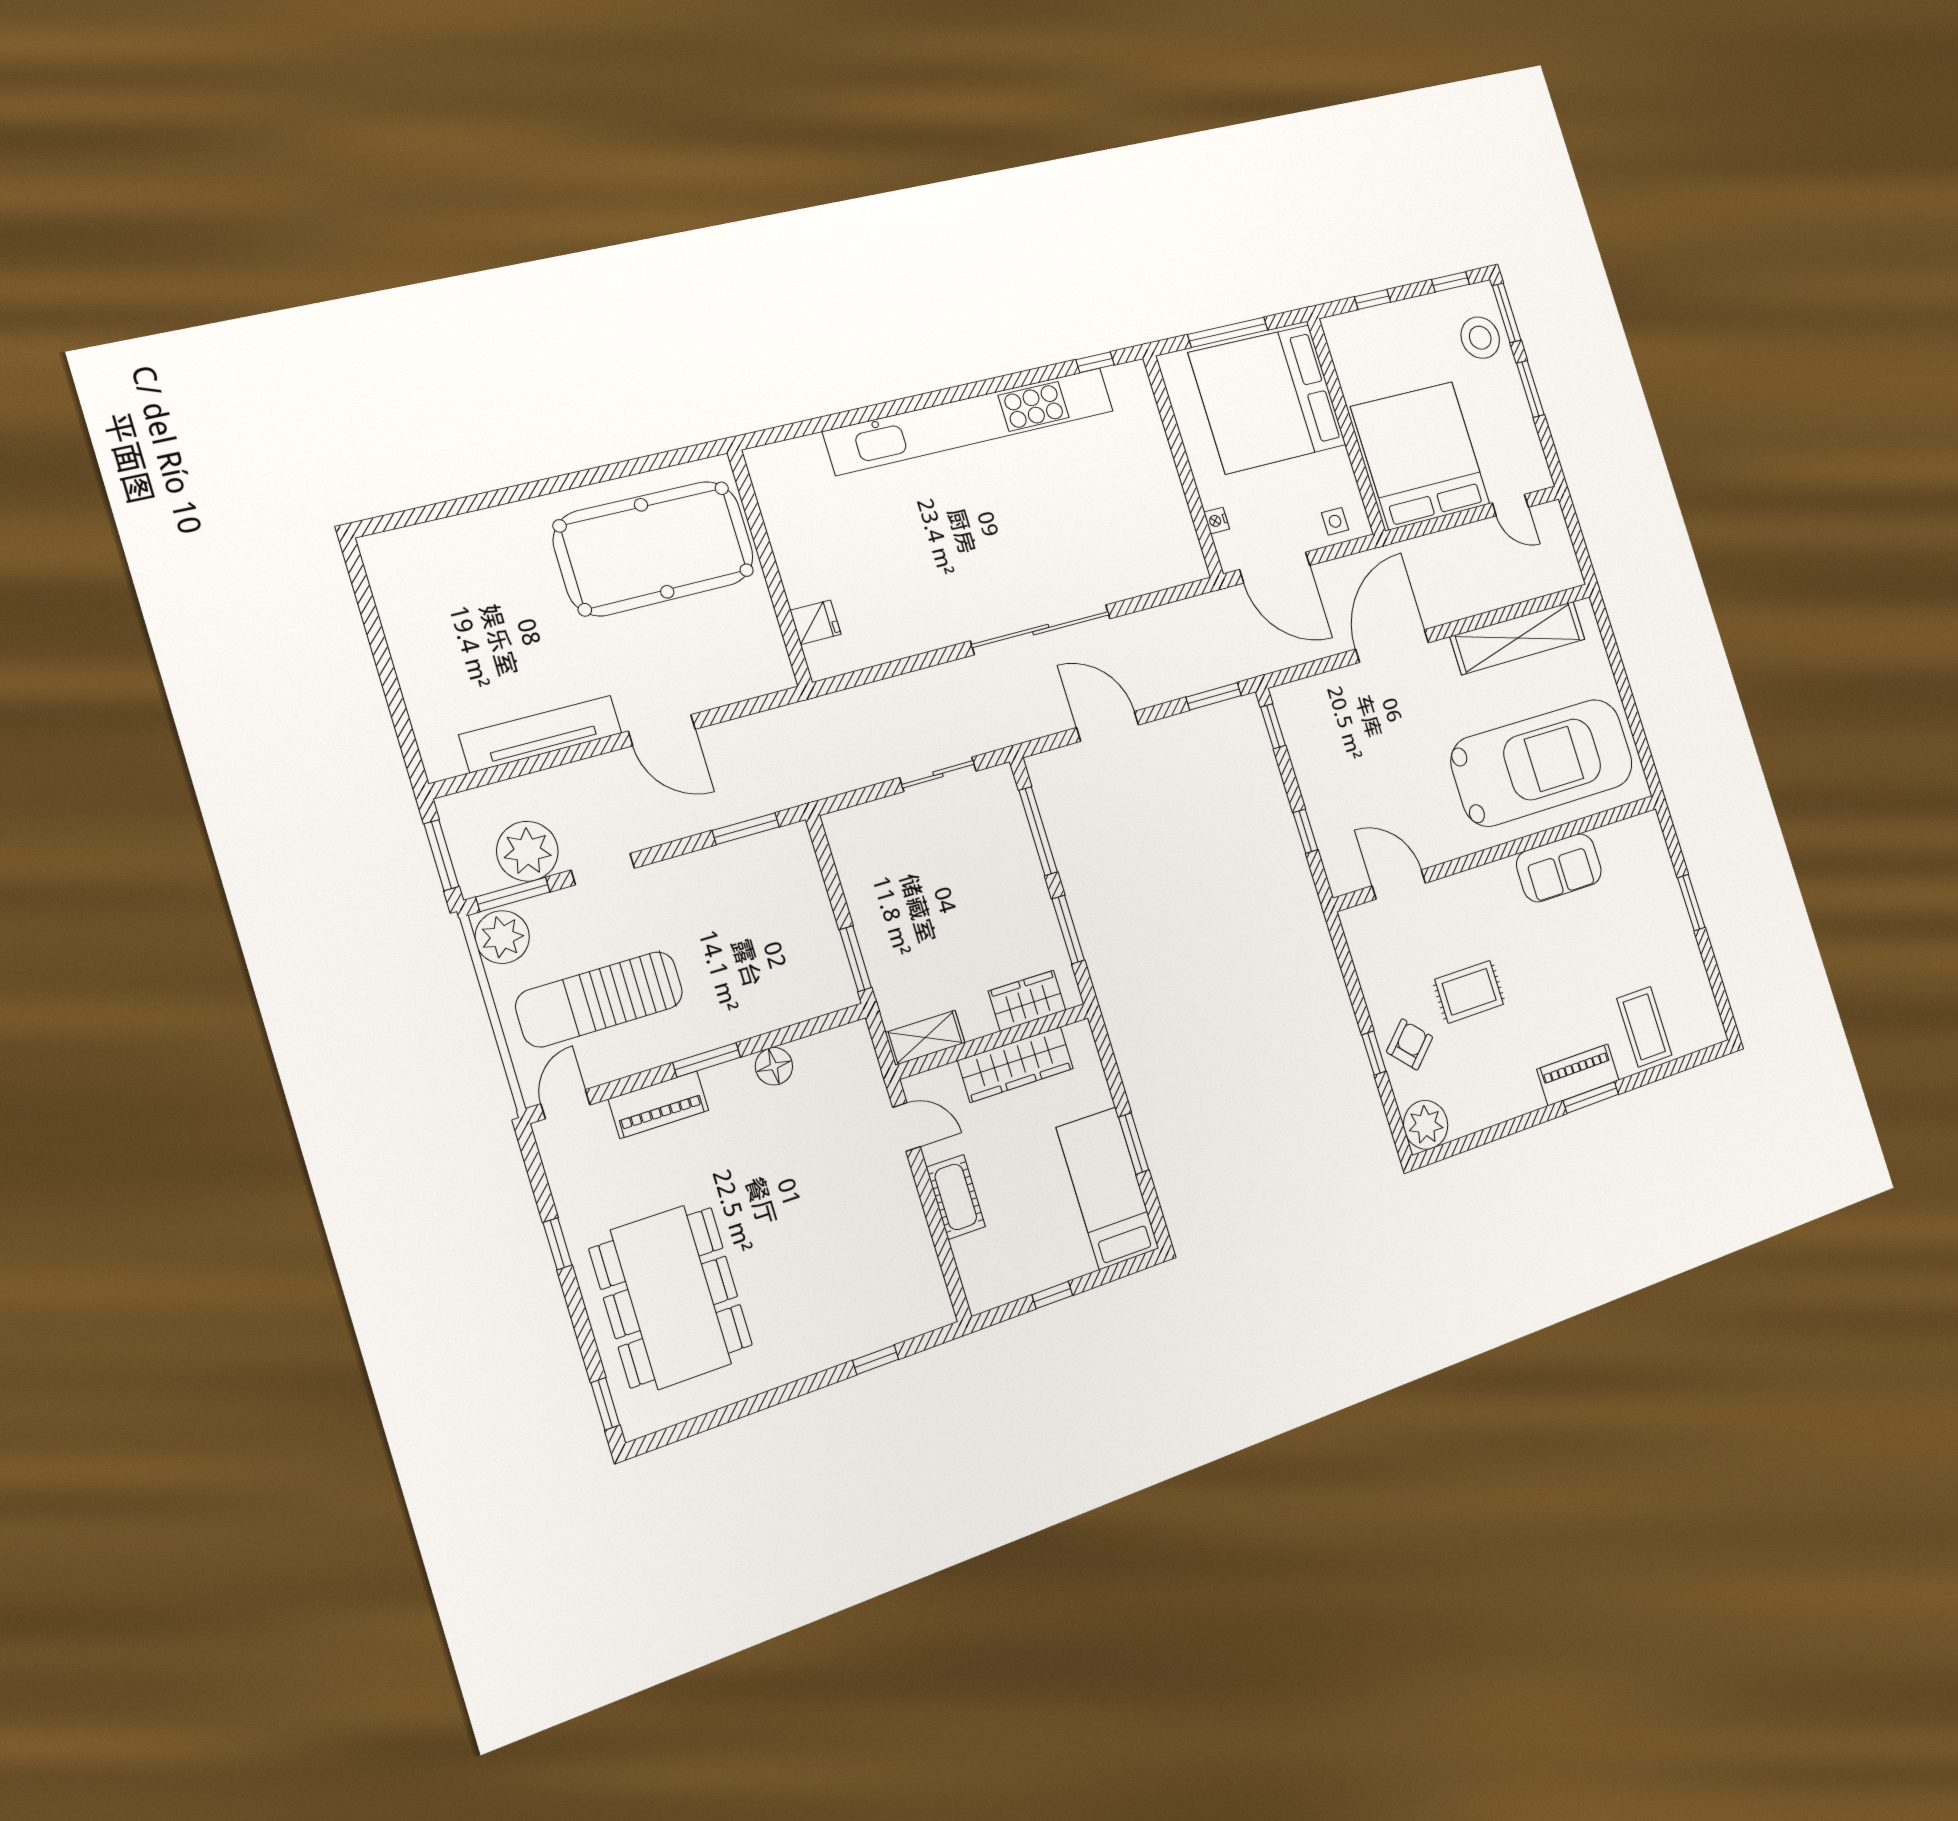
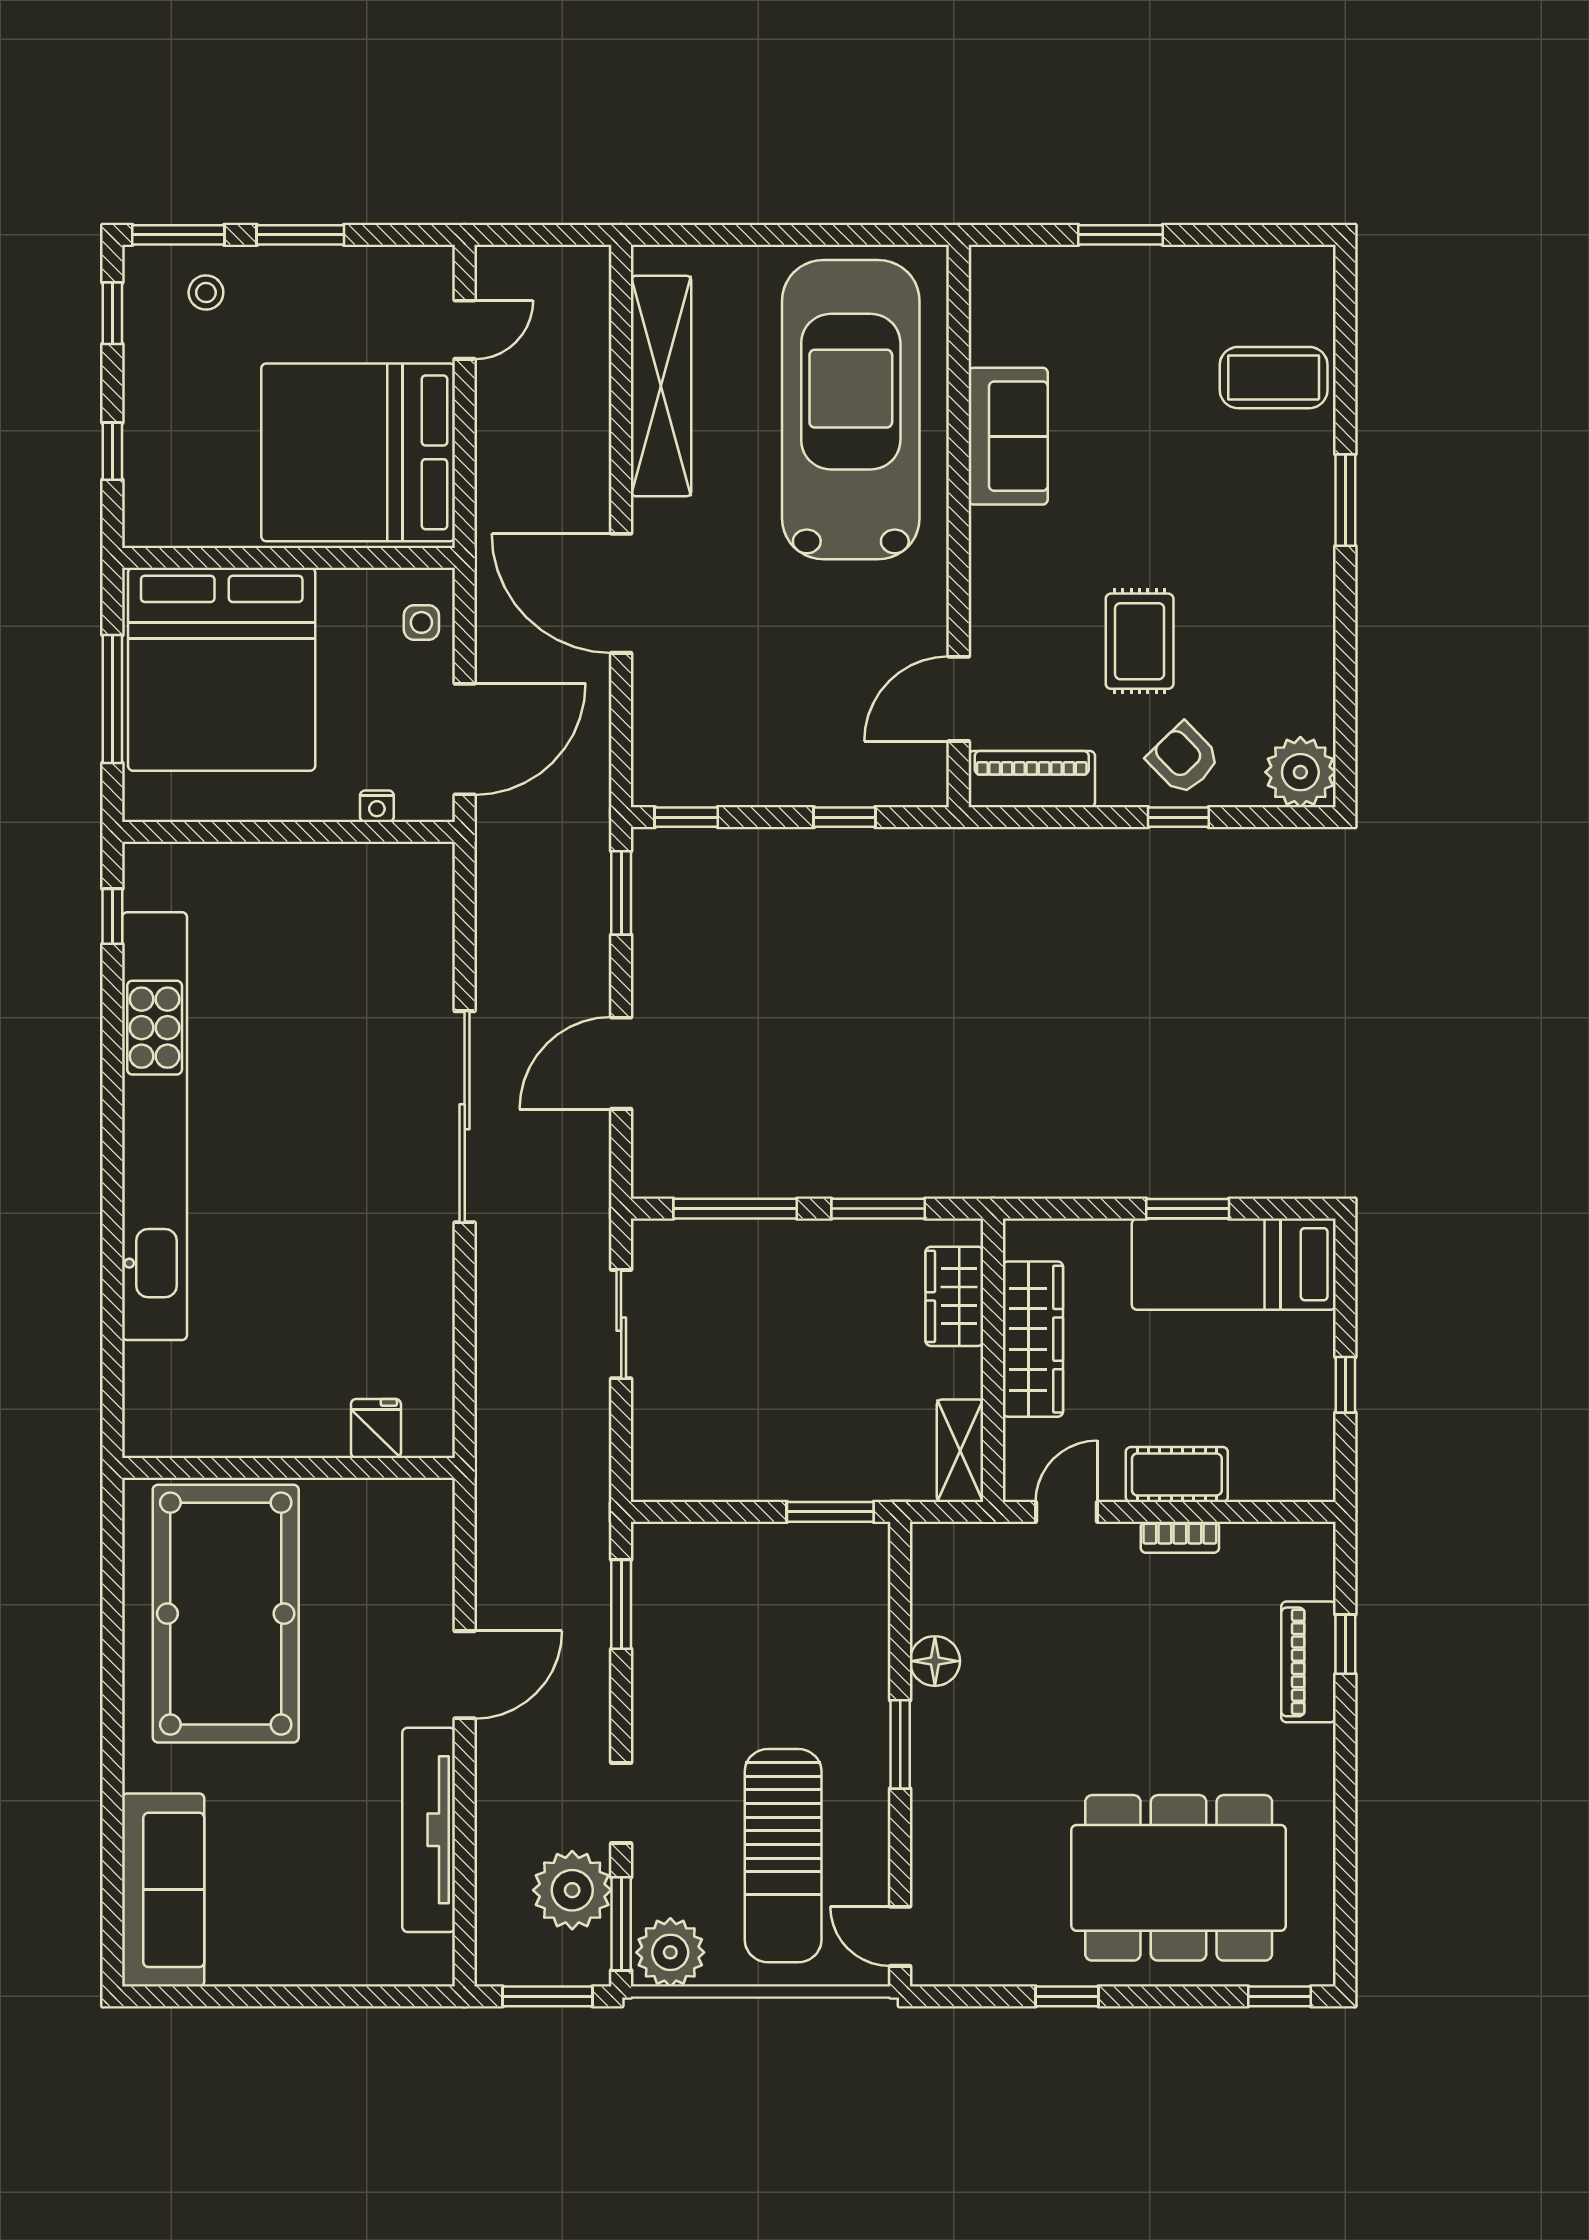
stool: (1480, 338) -> (206, 293), width x0.53, depth x0.53
sofa: (438, 551) -> (163, 1890), added
piano: (1578, 1075) -> (1032, 779), moved, turned 90
piano: (659, 1105) -> (1308, 1662), moved, turned 180
bookcase: (914, 1214) -> (1180, 1537), added

